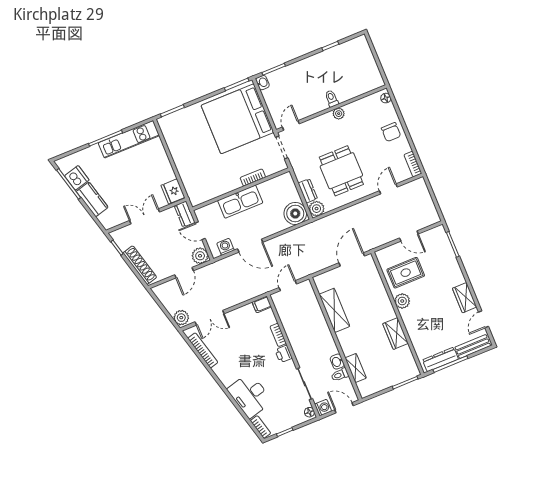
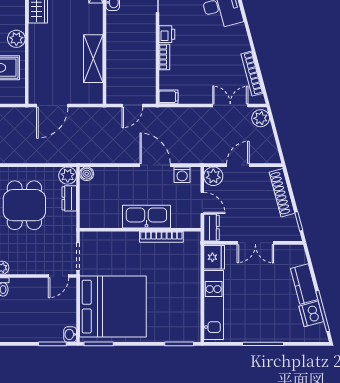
kitchen unit: (129, 139) -> (214, 305), moved, turned 90
bookcase: (253, 178) -> (161, 237), moved, width x1.56
boiler: (295, 213) -> (87, 174), width x0.54, depth x0.54

